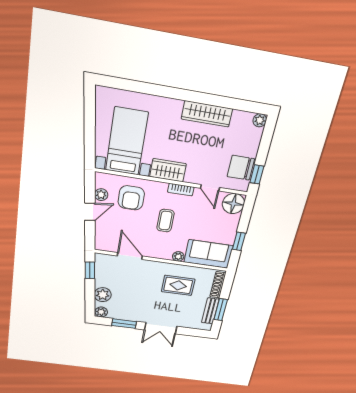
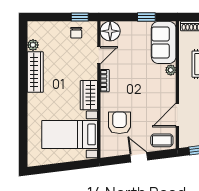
plant: (260, 120) -> (33, 45), moved
chair: (241, 168) -> (76, 33), width x0.54, depth x0.54
plant: (101, 195) -> (121, 149), removed
armchair: (131, 198) -> (120, 123), turned -90
coffee table: (165, 221) -> (162, 140), moved

